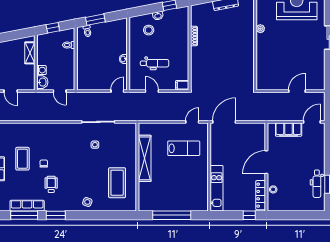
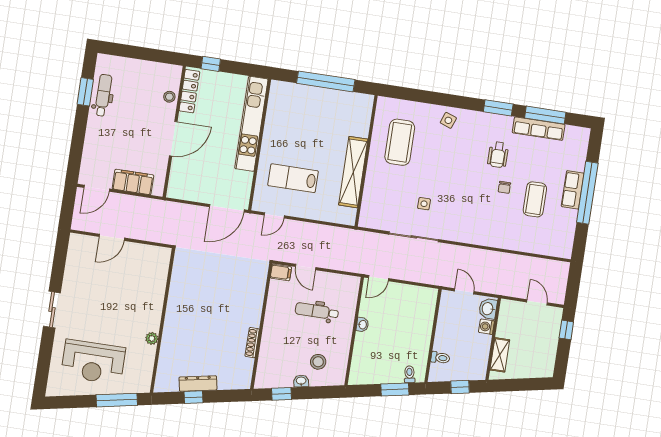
door: (152, 91) -> (306, 267), moved
kitchen unit: (217, 188) -> (251, 124), width x1.36

